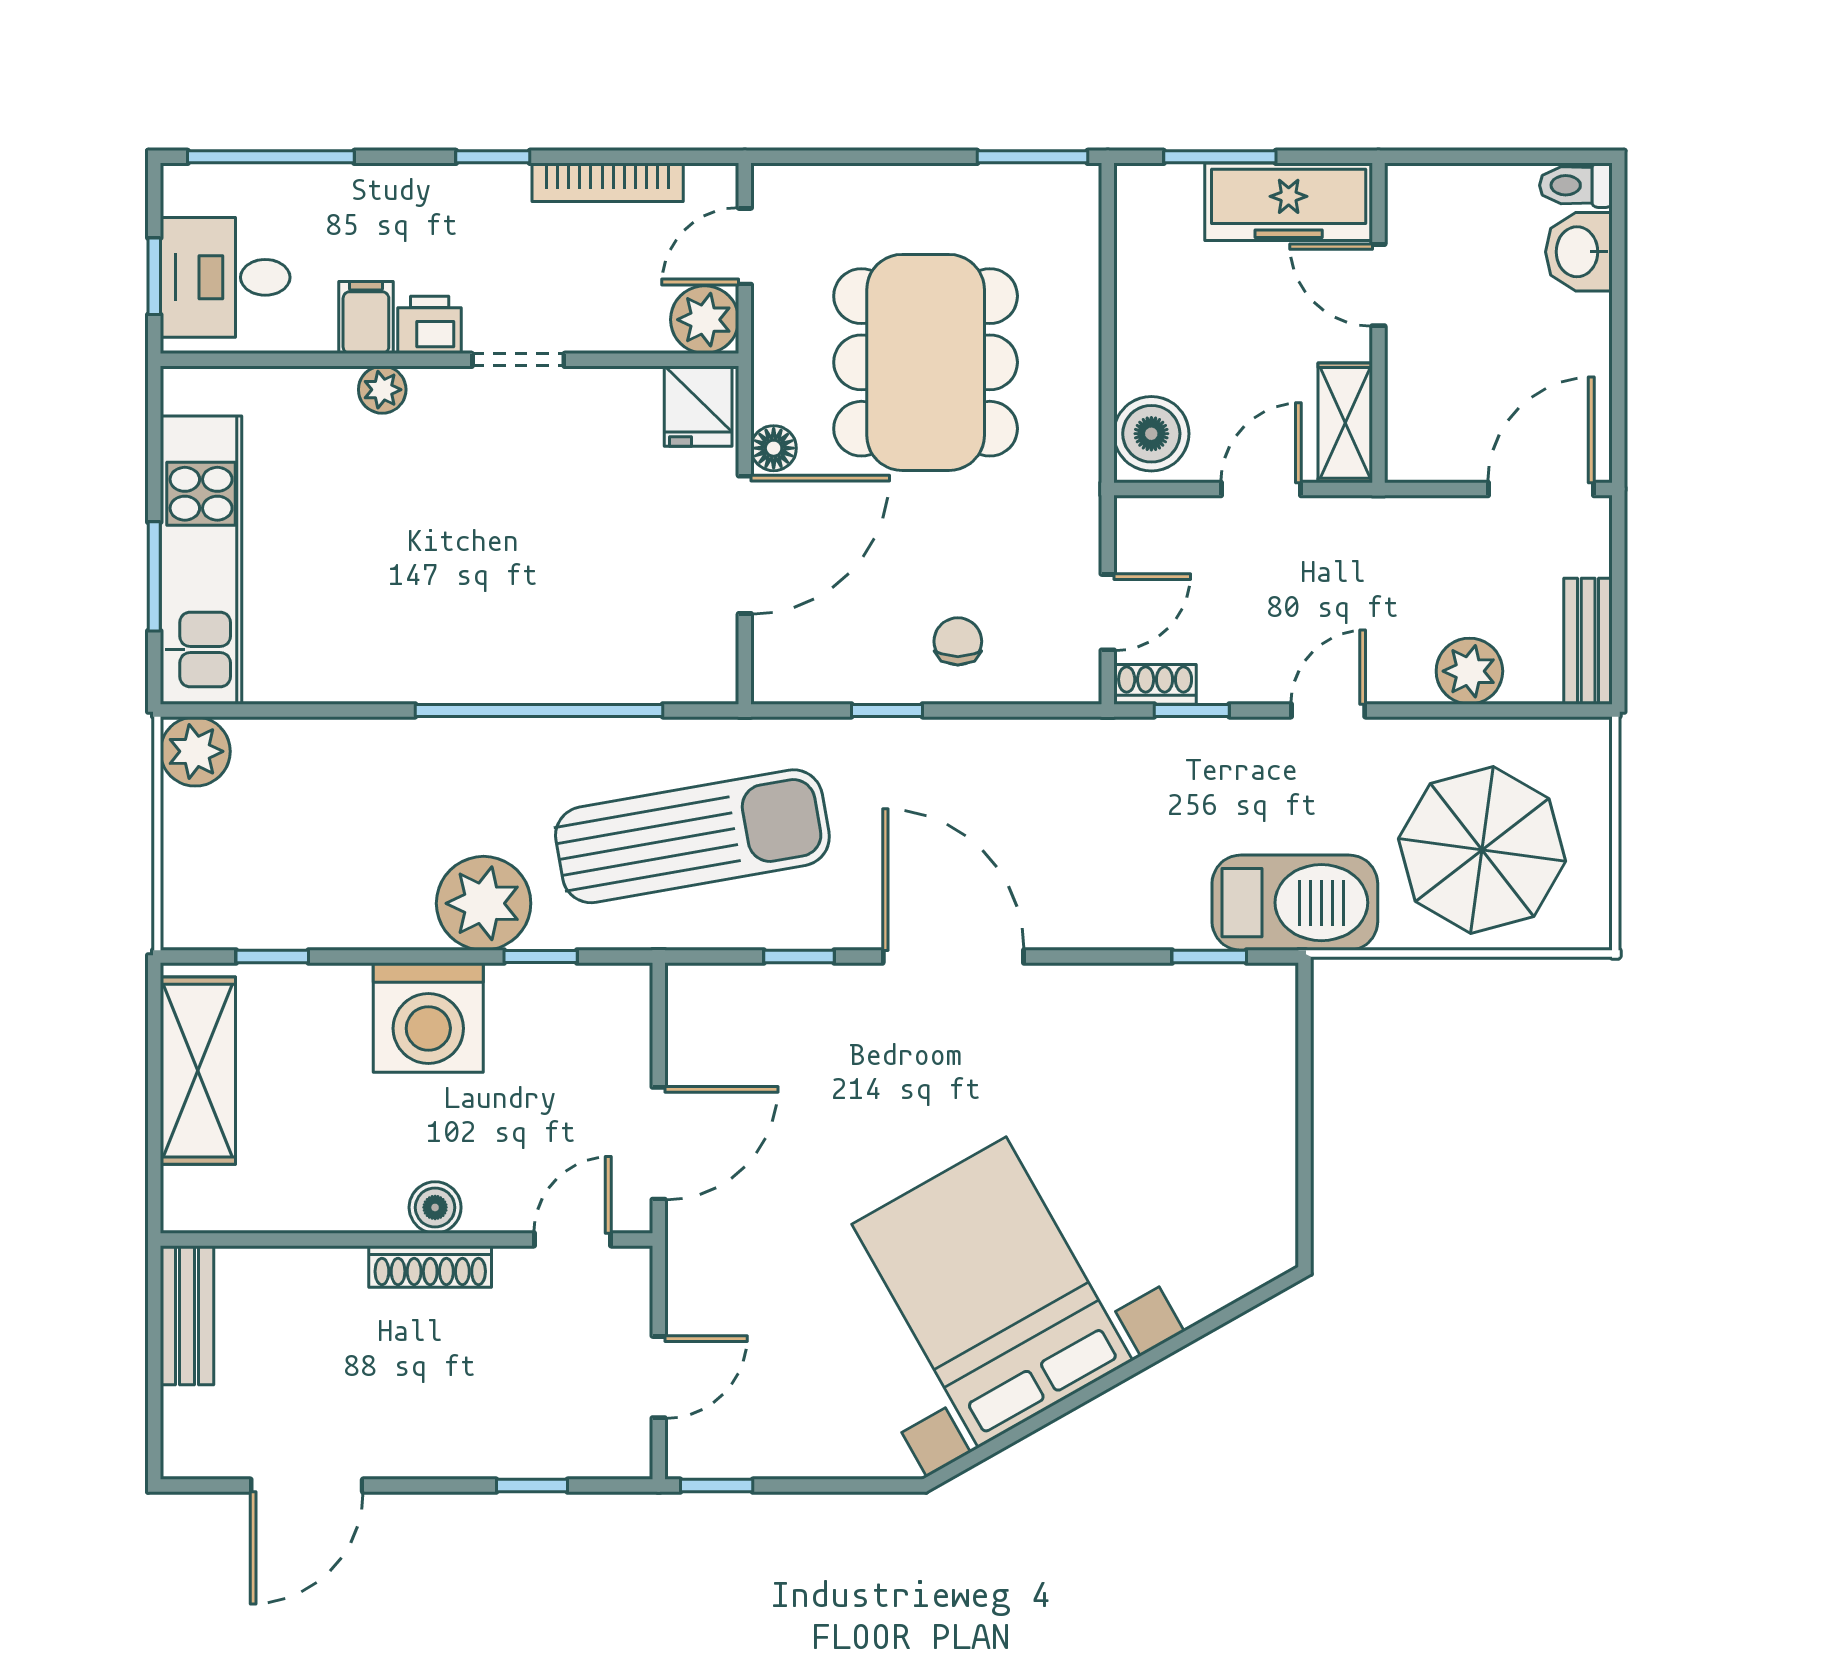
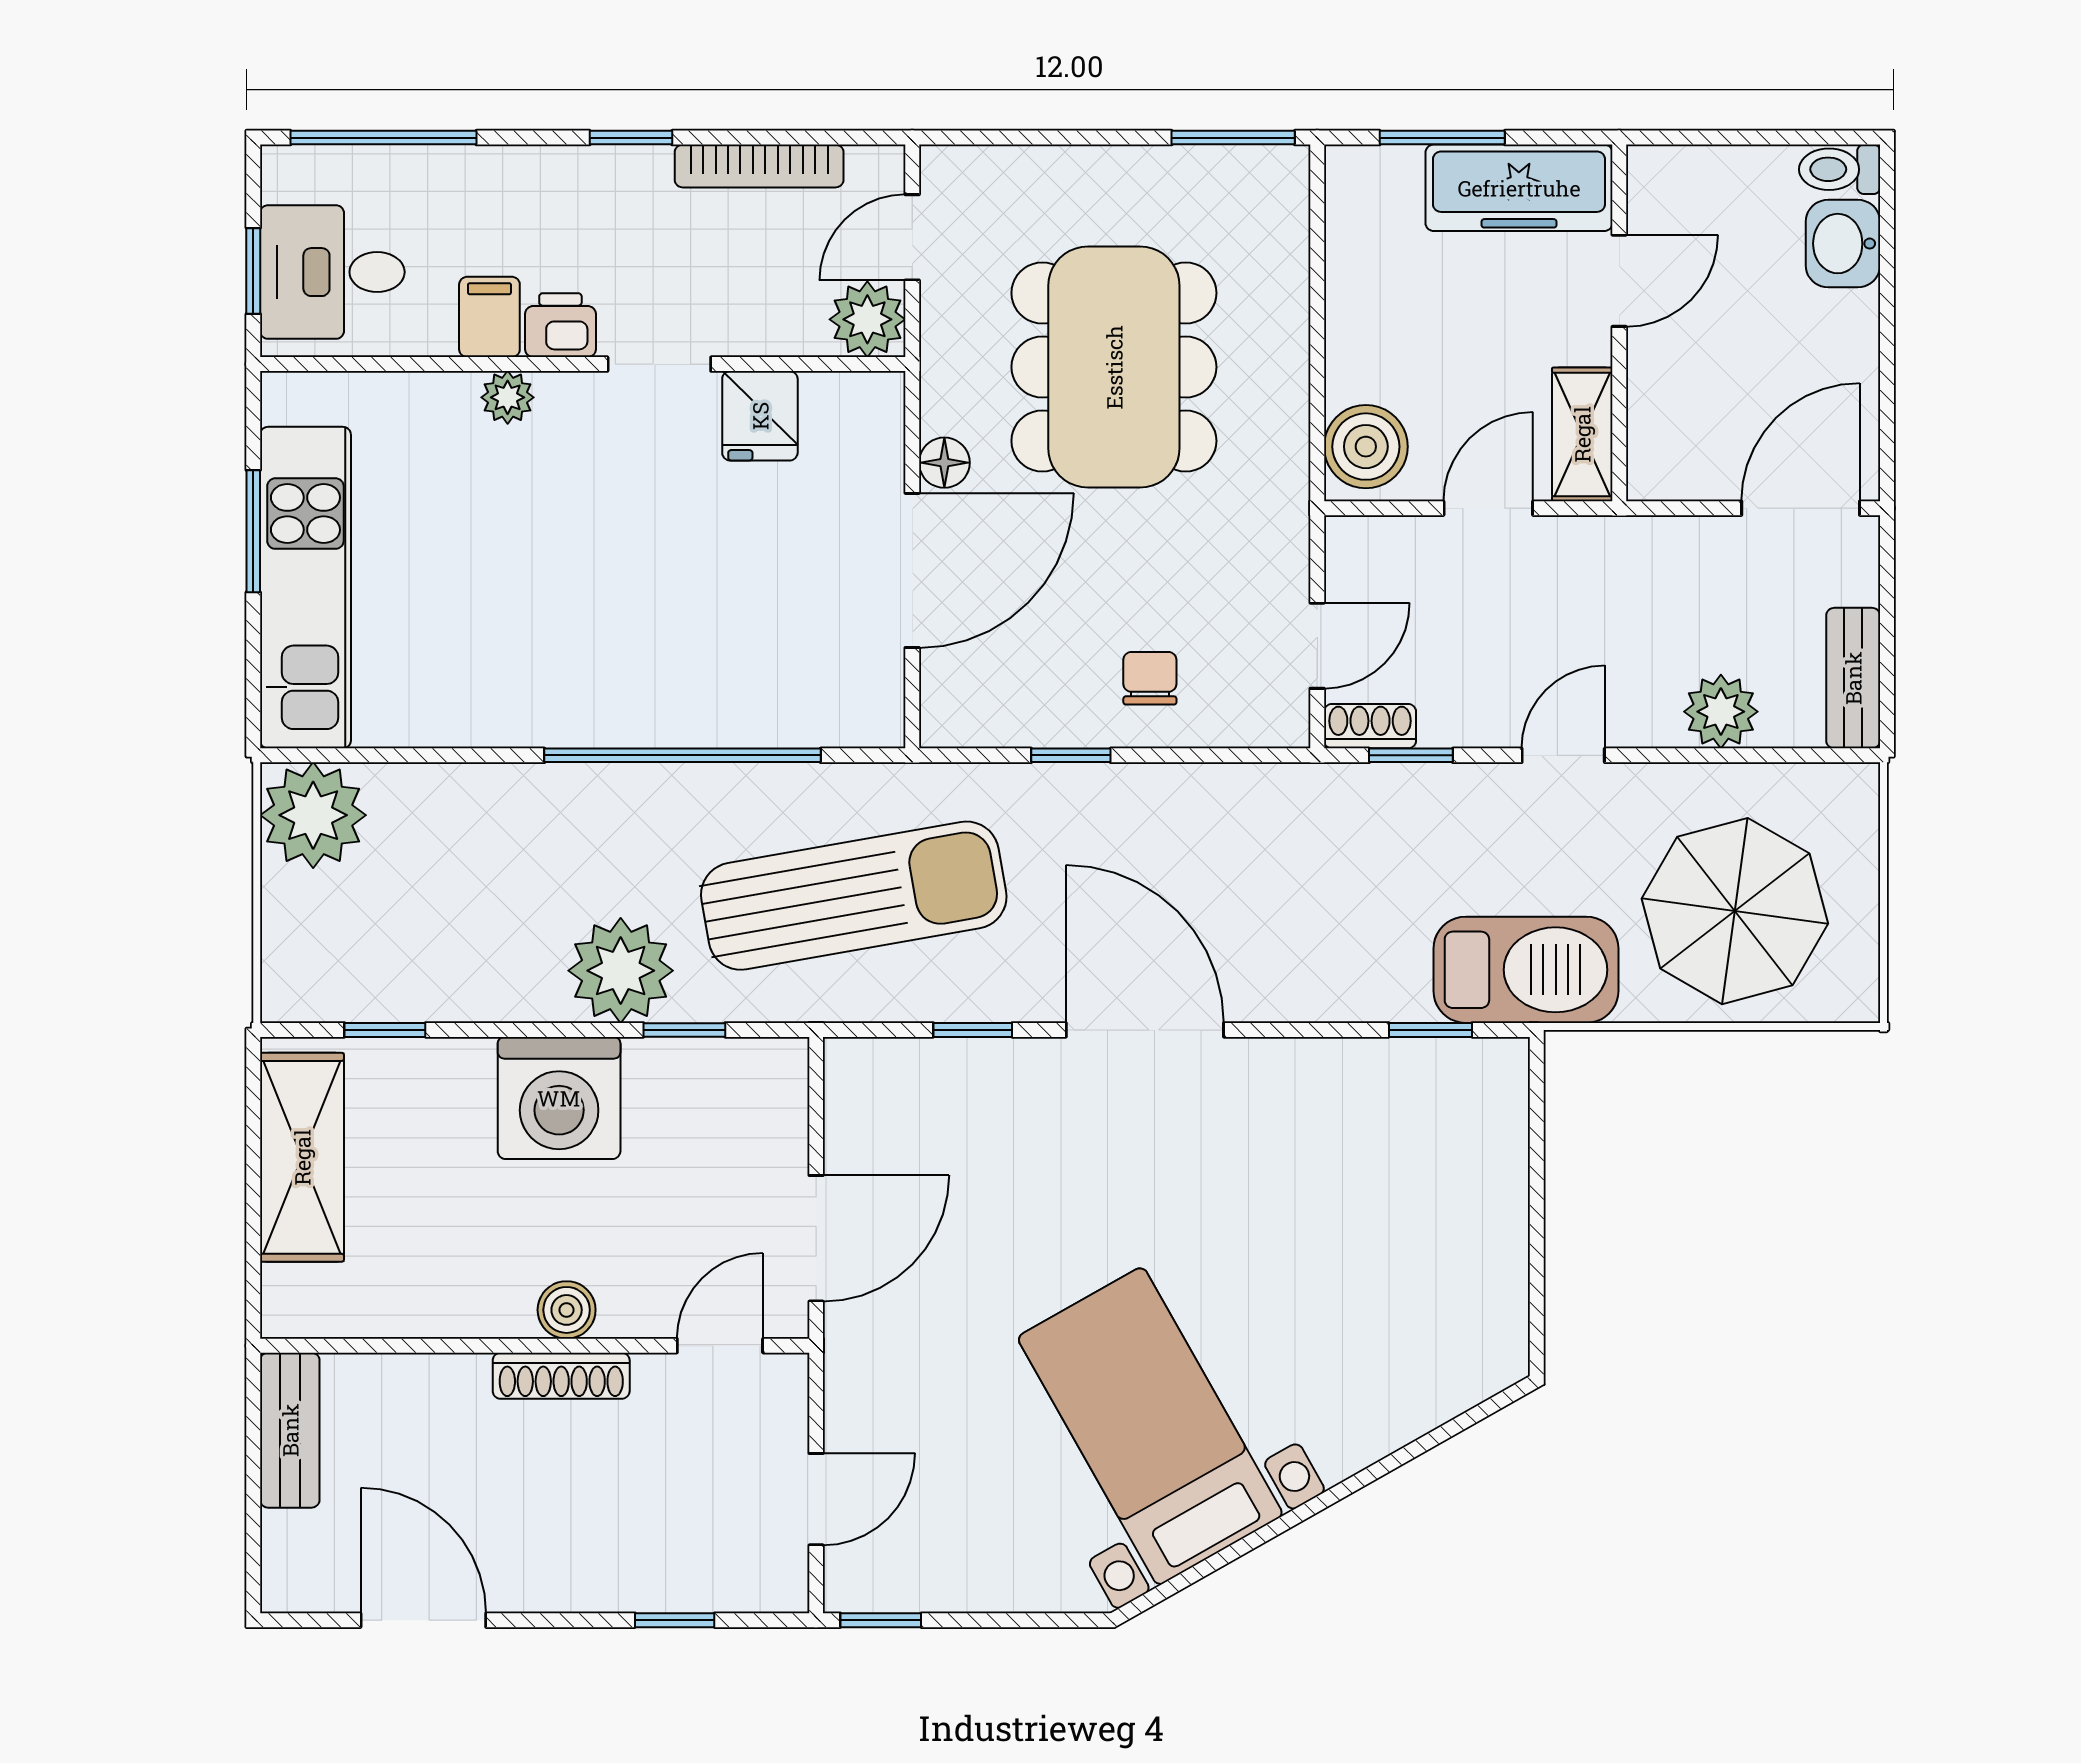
door: (1378, 285) -> (1619, 281), swing flipped
fridge: (698, 406) -> (760, 416), moved
window: (154, 576) -> (253, 531), moved
plant: (195, 751) -> (313, 815), width x1.36, depth x1.36
bed with nightstands: (992, 1292) -> (1150, 1426), width x0.73
door: (307, 1486) -> (423, 1620), swing flipped

